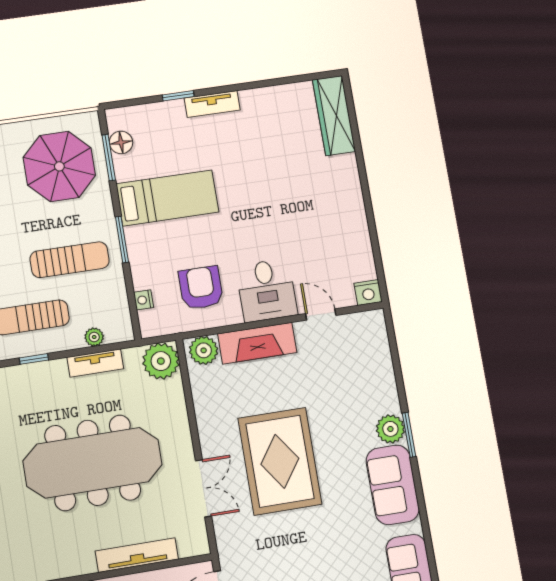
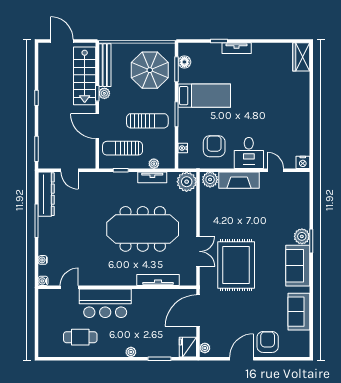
wardrobe: (334, 116) -> (301, 57), width x0.67
rug: (280, 461) -> (236, 265), moved

